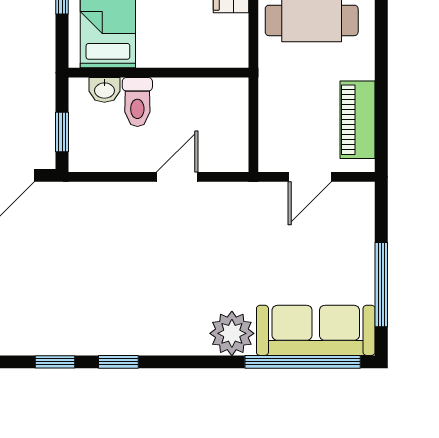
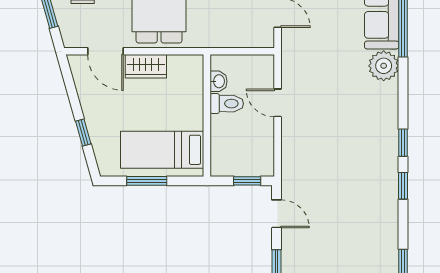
washbasin: (104, 90) -> (219, 81), moved
toilet: (137, 102) -> (227, 104), moved

